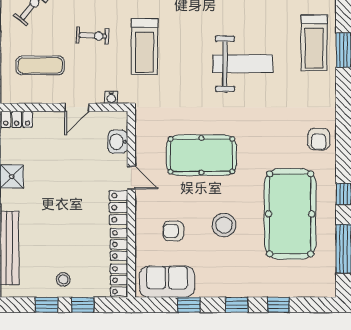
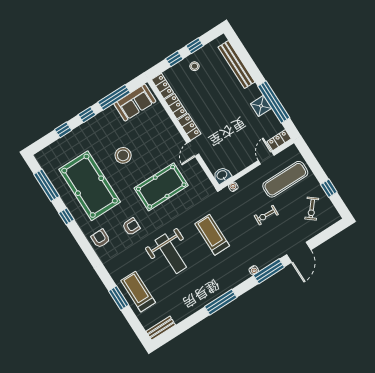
treadmill: (145, 47) -> (212, 235), moved
weight bench: (243, 64) -> (171, 254), turned -90
exercise mat: (40, 65) -> (285, 179), width x1.36, depth x1.45
door: (77, 107) -> (266, 158), moved
washbasin: (118, 142) -> (222, 175), moved, turned -90
door: (131, 178) -> (193, 149), hinge flipped
armchair: (173, 231) -> (131, 227), moved
window: (189, 305) -> (114, 97), width x2.17

